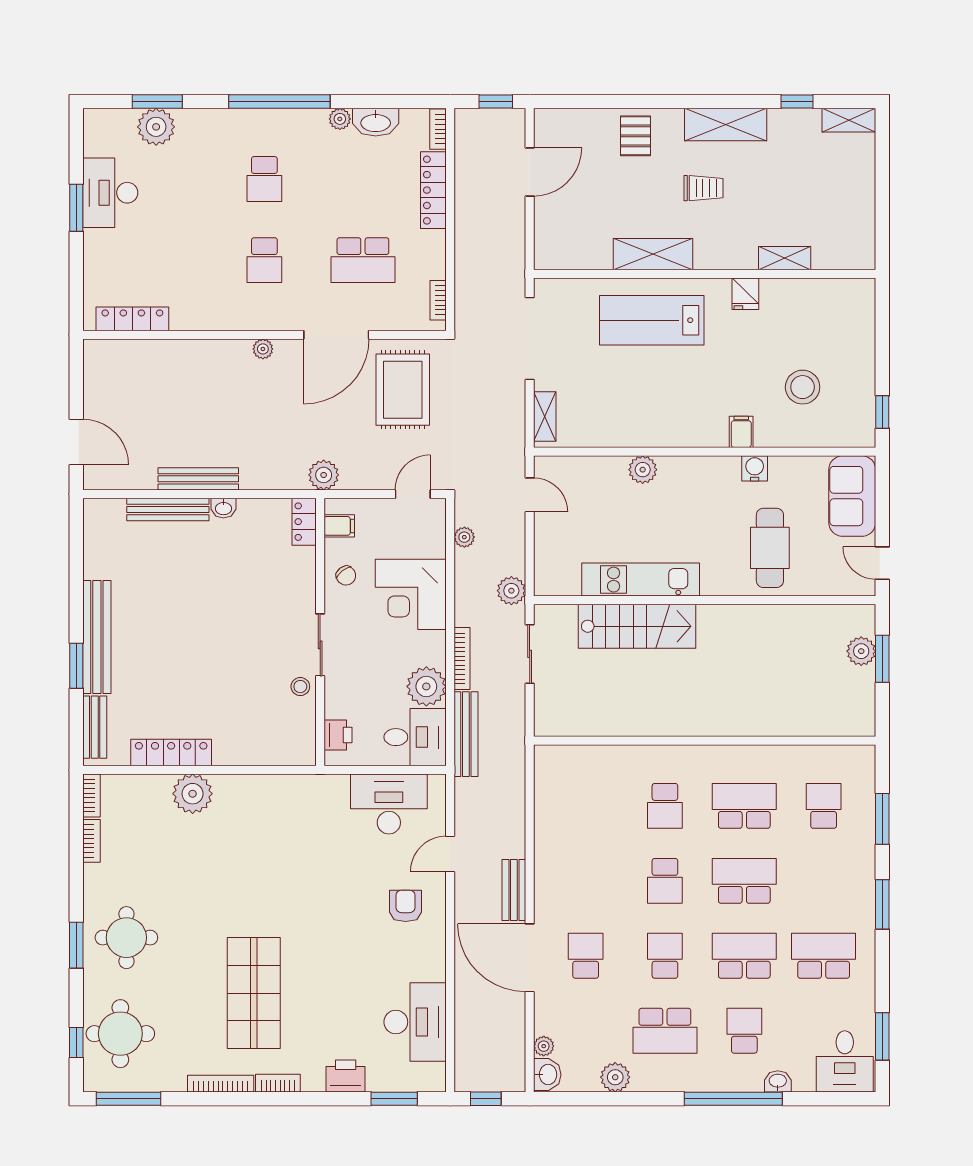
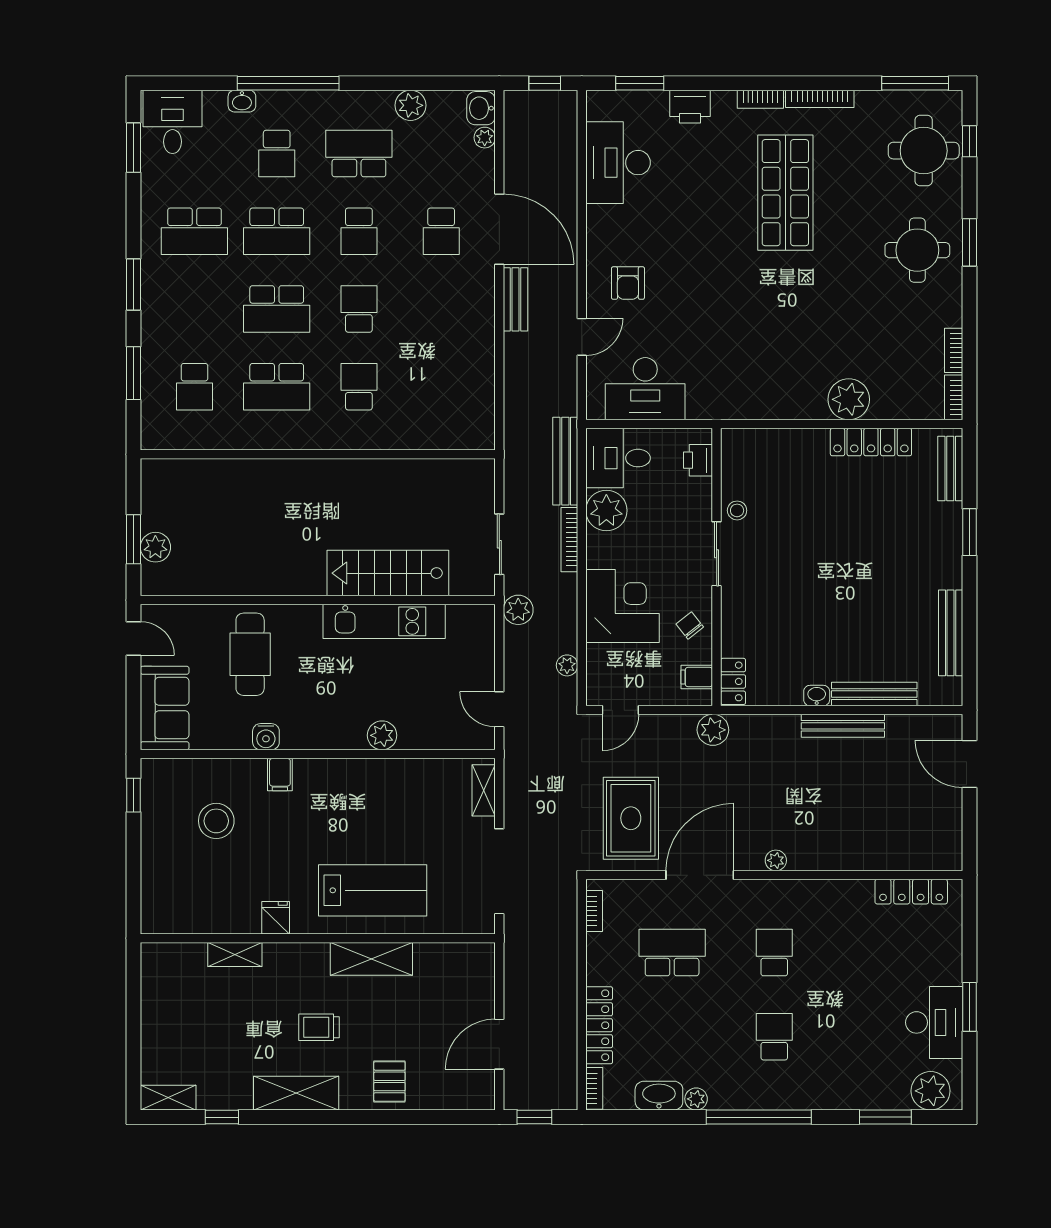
plant: (156, 127) -> (931, 1091), moved
bench: (97, 637) -> (951, 633), moved, width x0.73, depth x0.82

